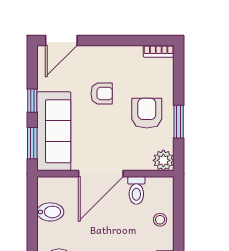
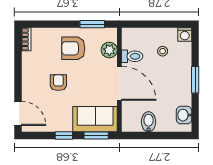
window: (179, 122) -> (92, 24), moved
sofa: (54, 131) -> (95, 119), width x0.73
plant: (163, 160) -> (109, 50), moved
stool: (160, 220) -> (163, 51), moved

